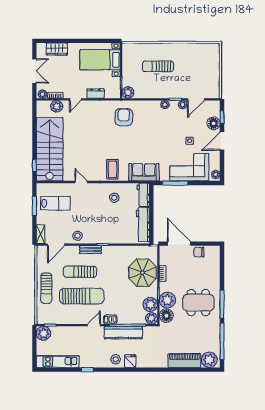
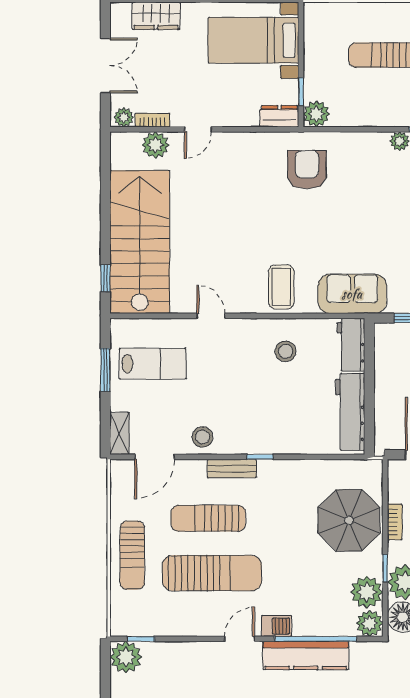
dresser: (96, 93) -> (279, 116), moved

